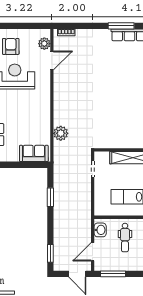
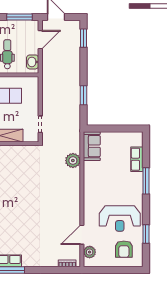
sofa: (34, 153) -> (92, 146), moved, turned -90

